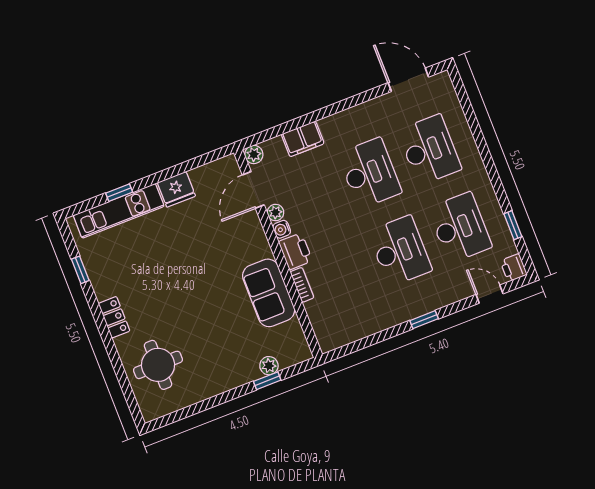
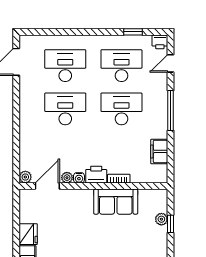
filing cabinet: (303, 139) -> (159, 151), moved, turned 180
door: (253, 190) -> (47, 186), swing flipped
window: (424, 320) -> (170, 111), width x2.17

